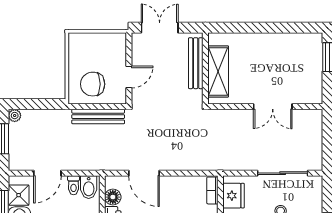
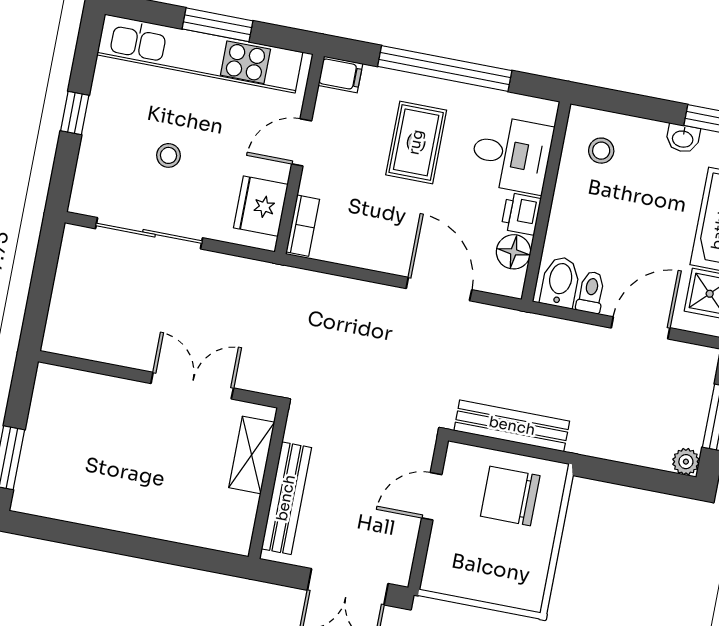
shelving: (218, 71) -> (252, 455), width x0.67, depth x0.75
chair: (93, 84) -> (510, 496), turned 180
double door: (273, 107) -> (192, 386), moved

